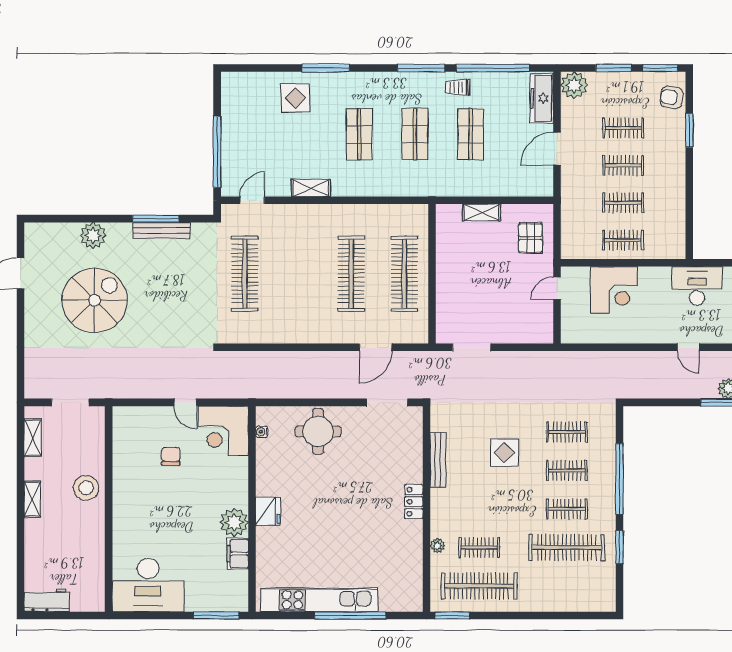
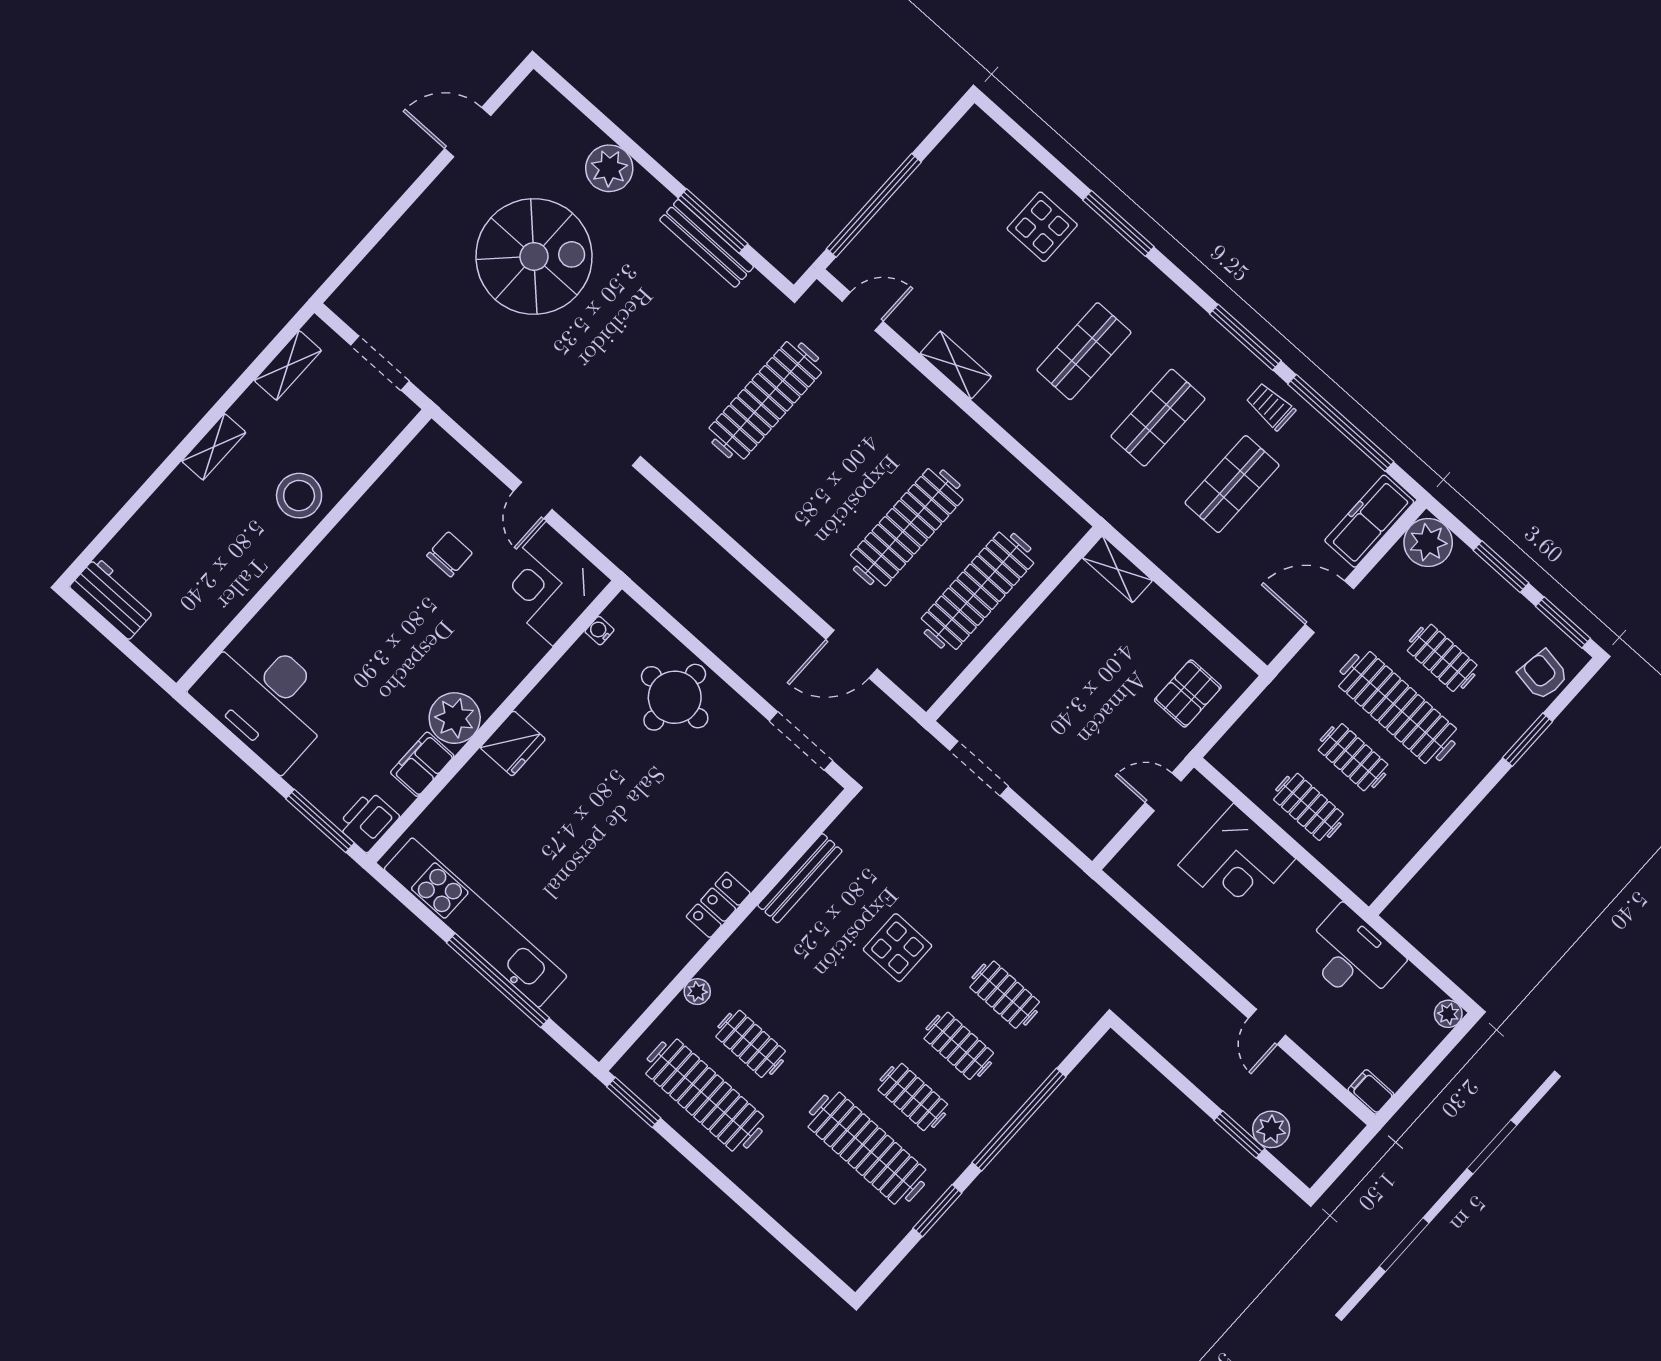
clothes rail: (623, 165) -> (1398, 708), width x1.86, depth x1.31
shelving: (482, 213) -> (1117, 569), moved
printer: (237, 598) -> (368, 821), added

